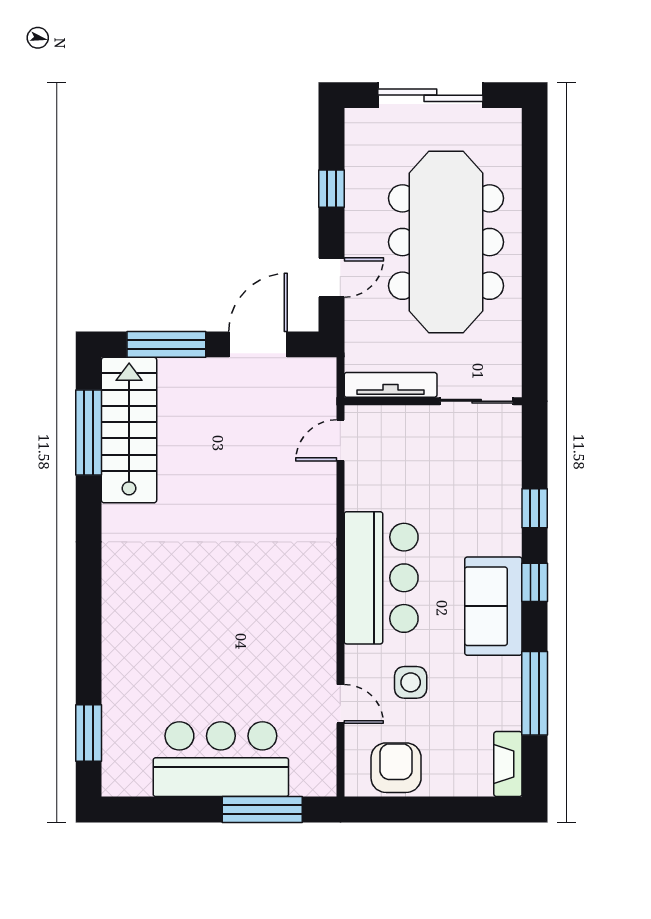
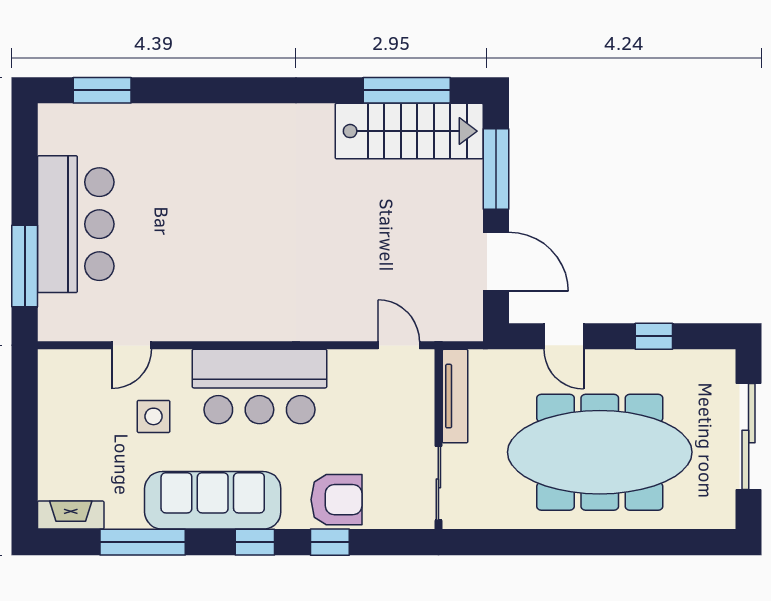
sofa: (493, 606) -> (213, 500), width x1.36
armchair: (396, 768) -> (337, 500), moved

